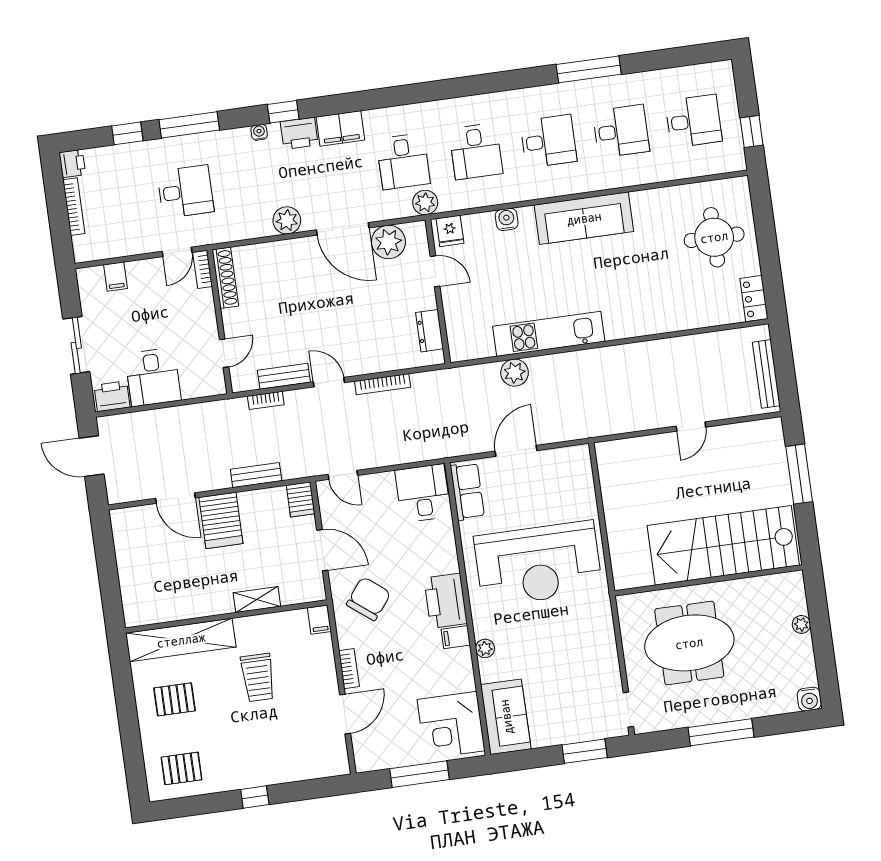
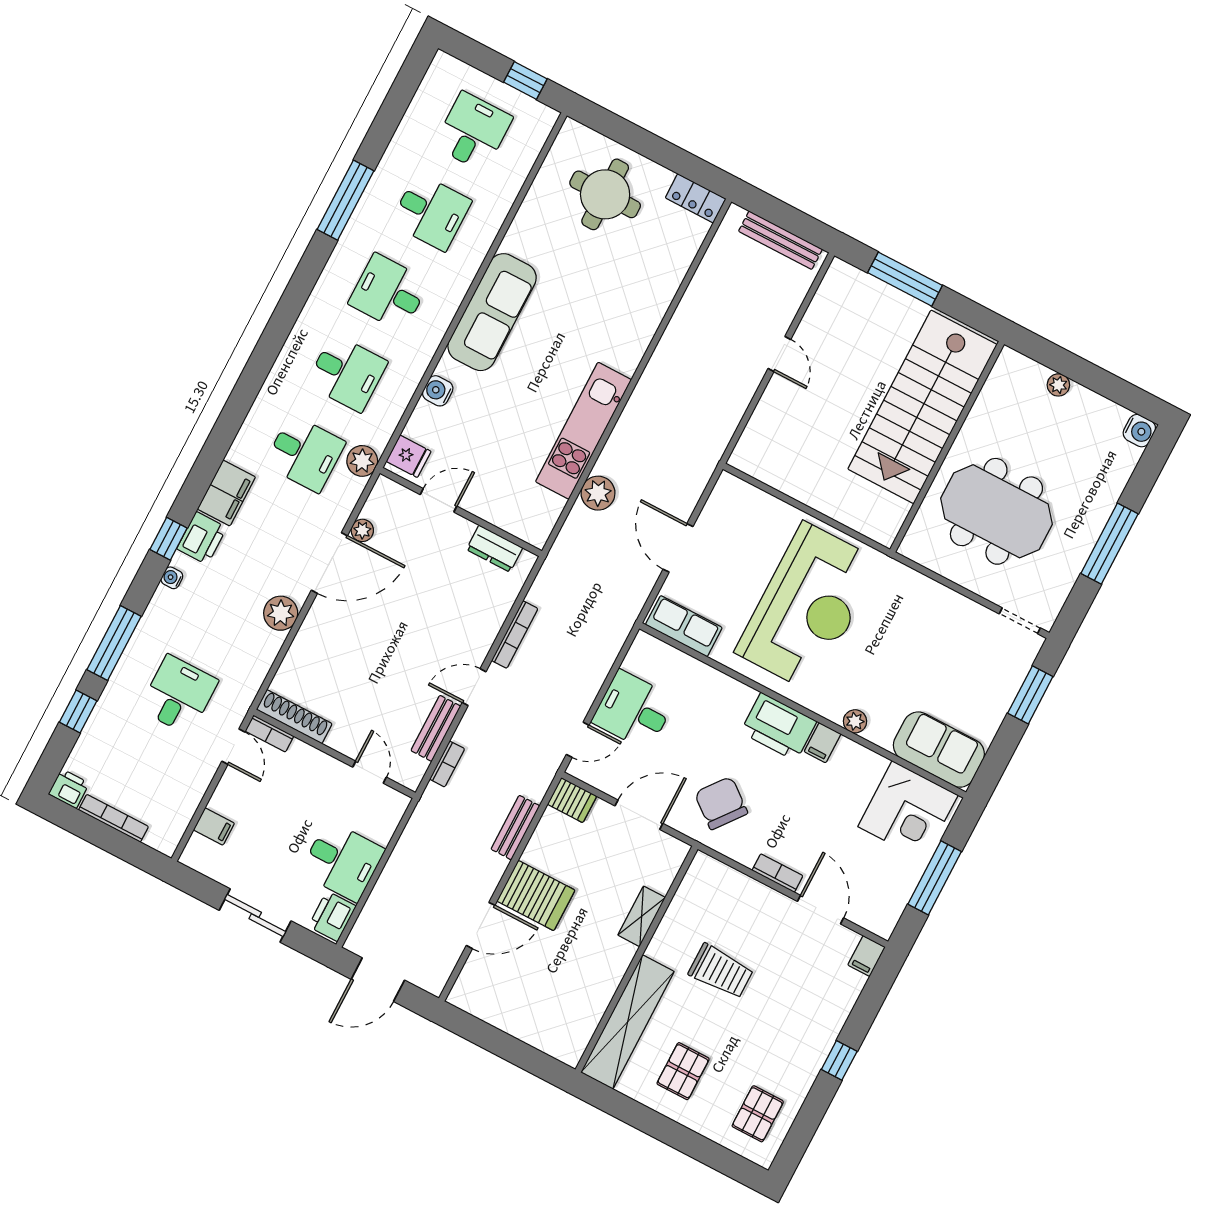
desk: (621, 131) -> (431, 212), turned 90
desk: (548, 141) -> (389, 292), turned -90
plant: (388, 242) -> (362, 530), width x0.53, depth x0.53
desk: (423, 493) -> (634, 710), moved
filing cabinet: (319, 620) -> (866, 956), moved, turned 90
meeting table: (689, 643) -> (996, 511), turned 90

